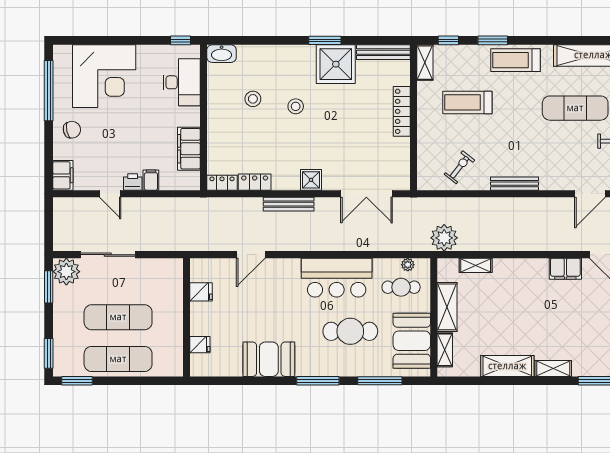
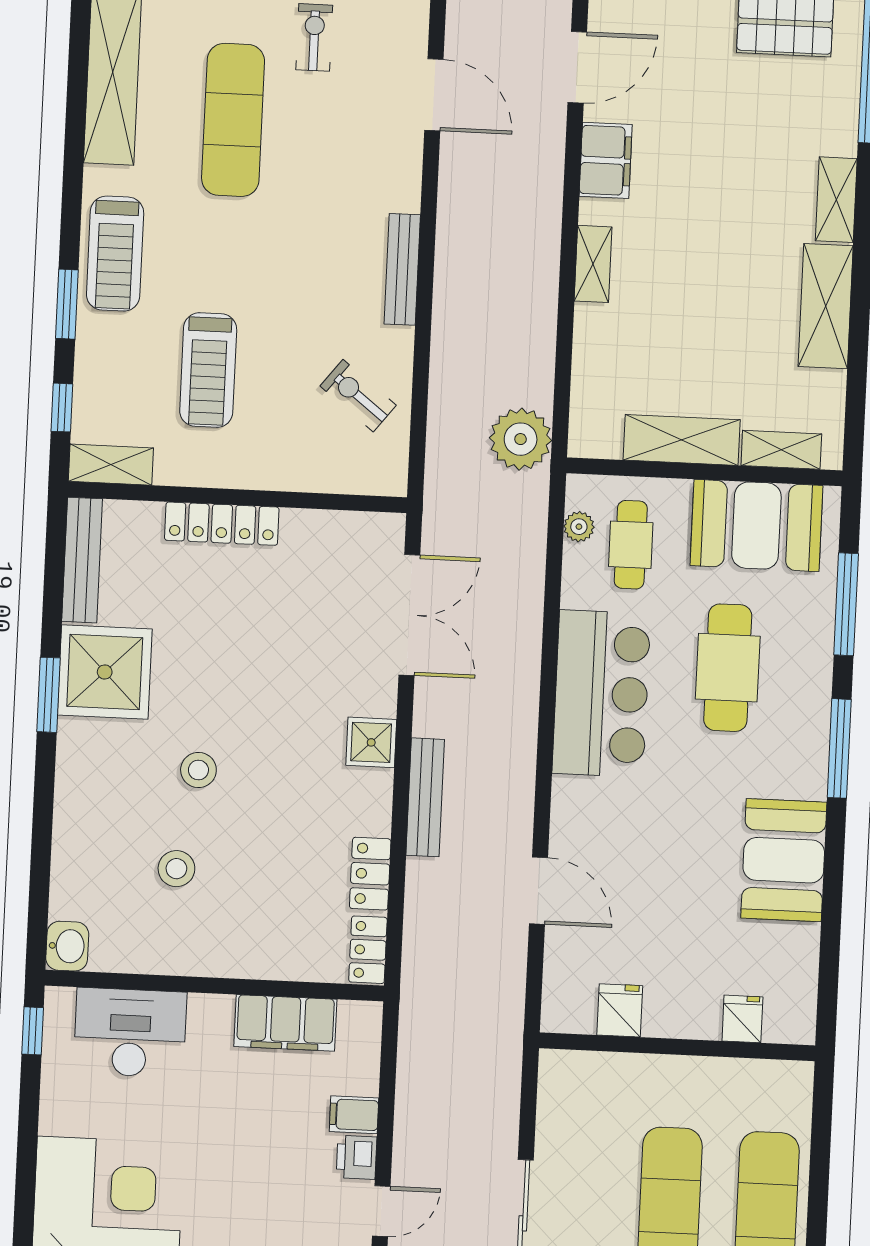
washbasin: (222, 54) -> (67, 946), width x0.72
shelving: (476, 265) -> (593, 264), moved

